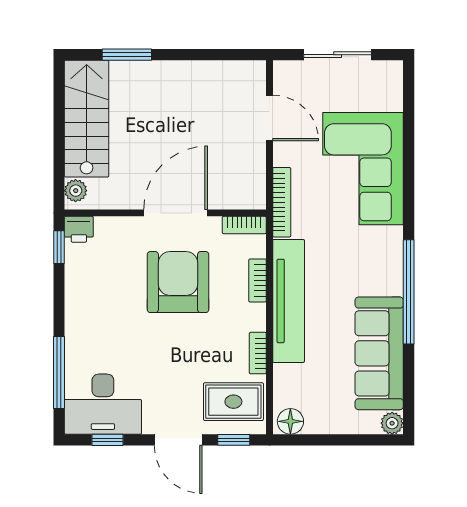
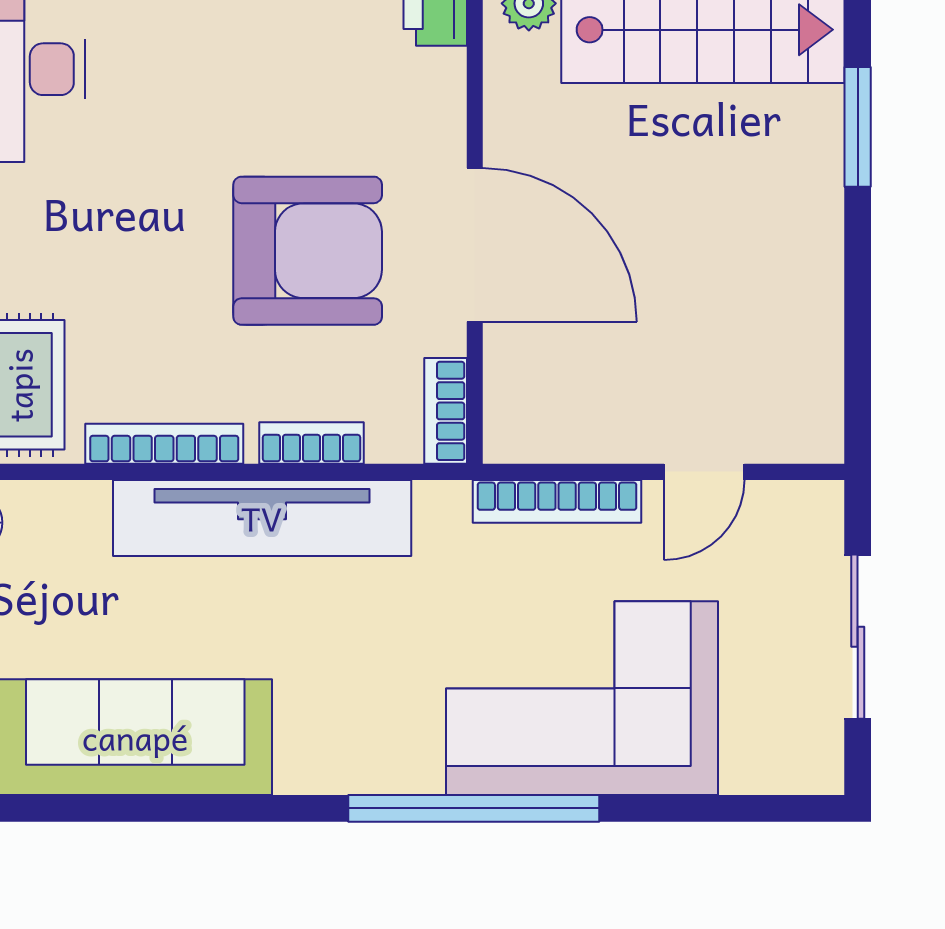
door: (269, 118) -> (704, 472), width x0.73
bookcase: (282, 202) -> (557, 501), moved
window: (409, 292) -> (474, 808), moved
bookcase: (258, 353) -> (164, 444), width x1.56

